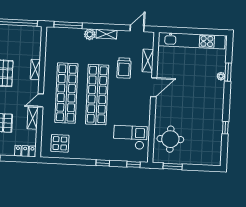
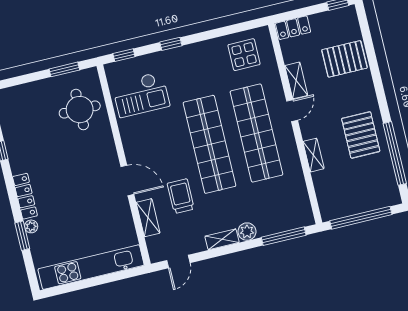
door: (154, 87) -> (127, 180), swing flipped
locker: (219, 96) -> (25, 196), added

